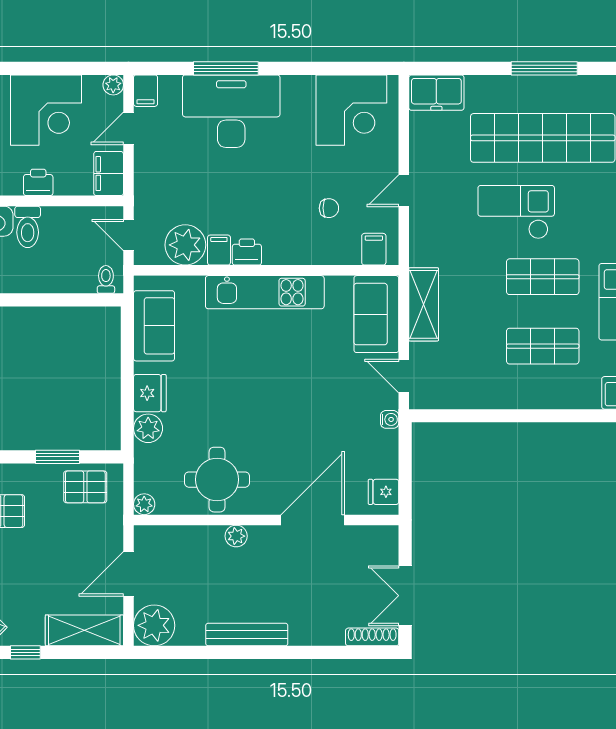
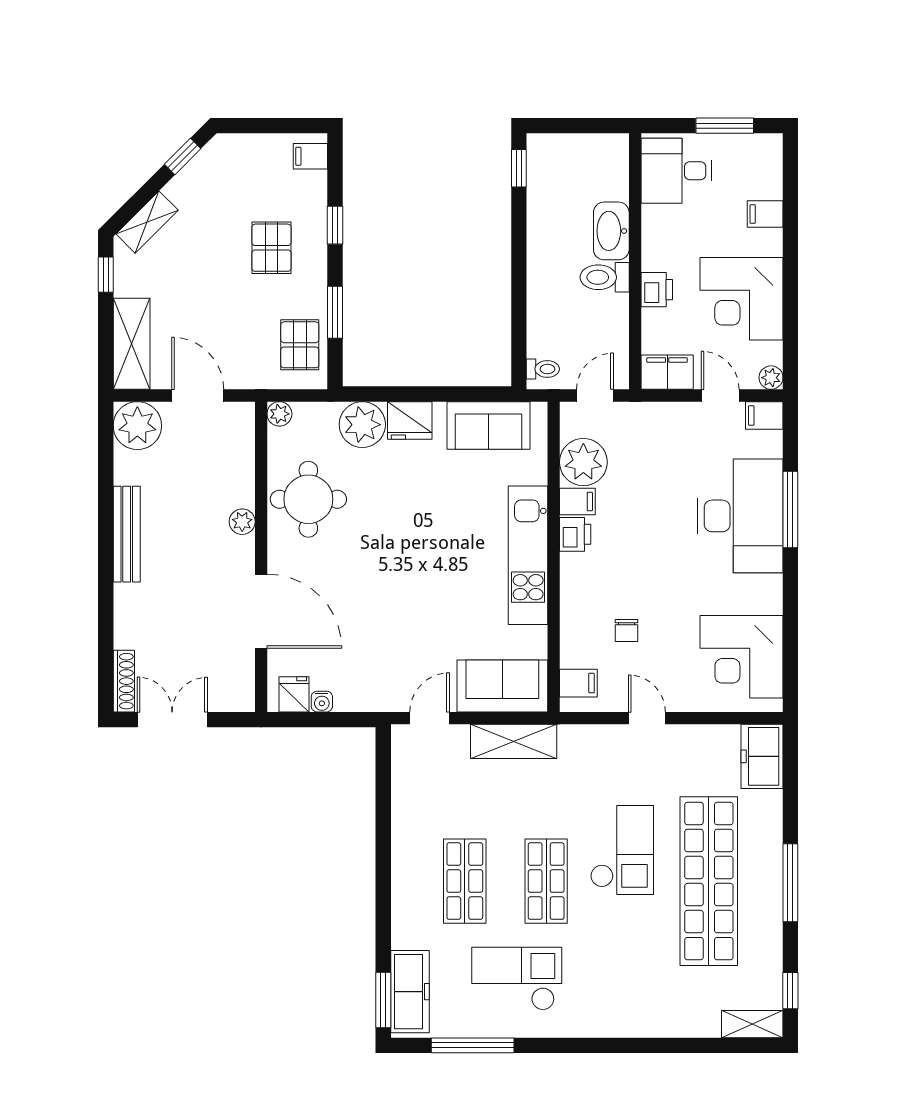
water cooler: (390, 419) -> (322, 702), moved
plant: (148, 428) -> (362, 425), width x1.36, depth x1.36

